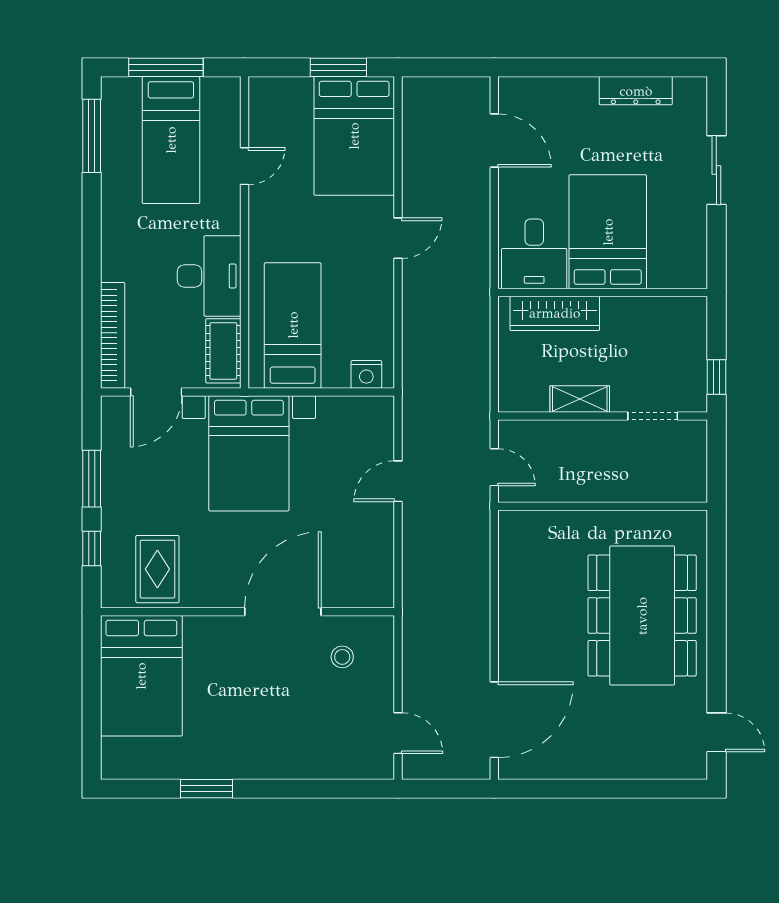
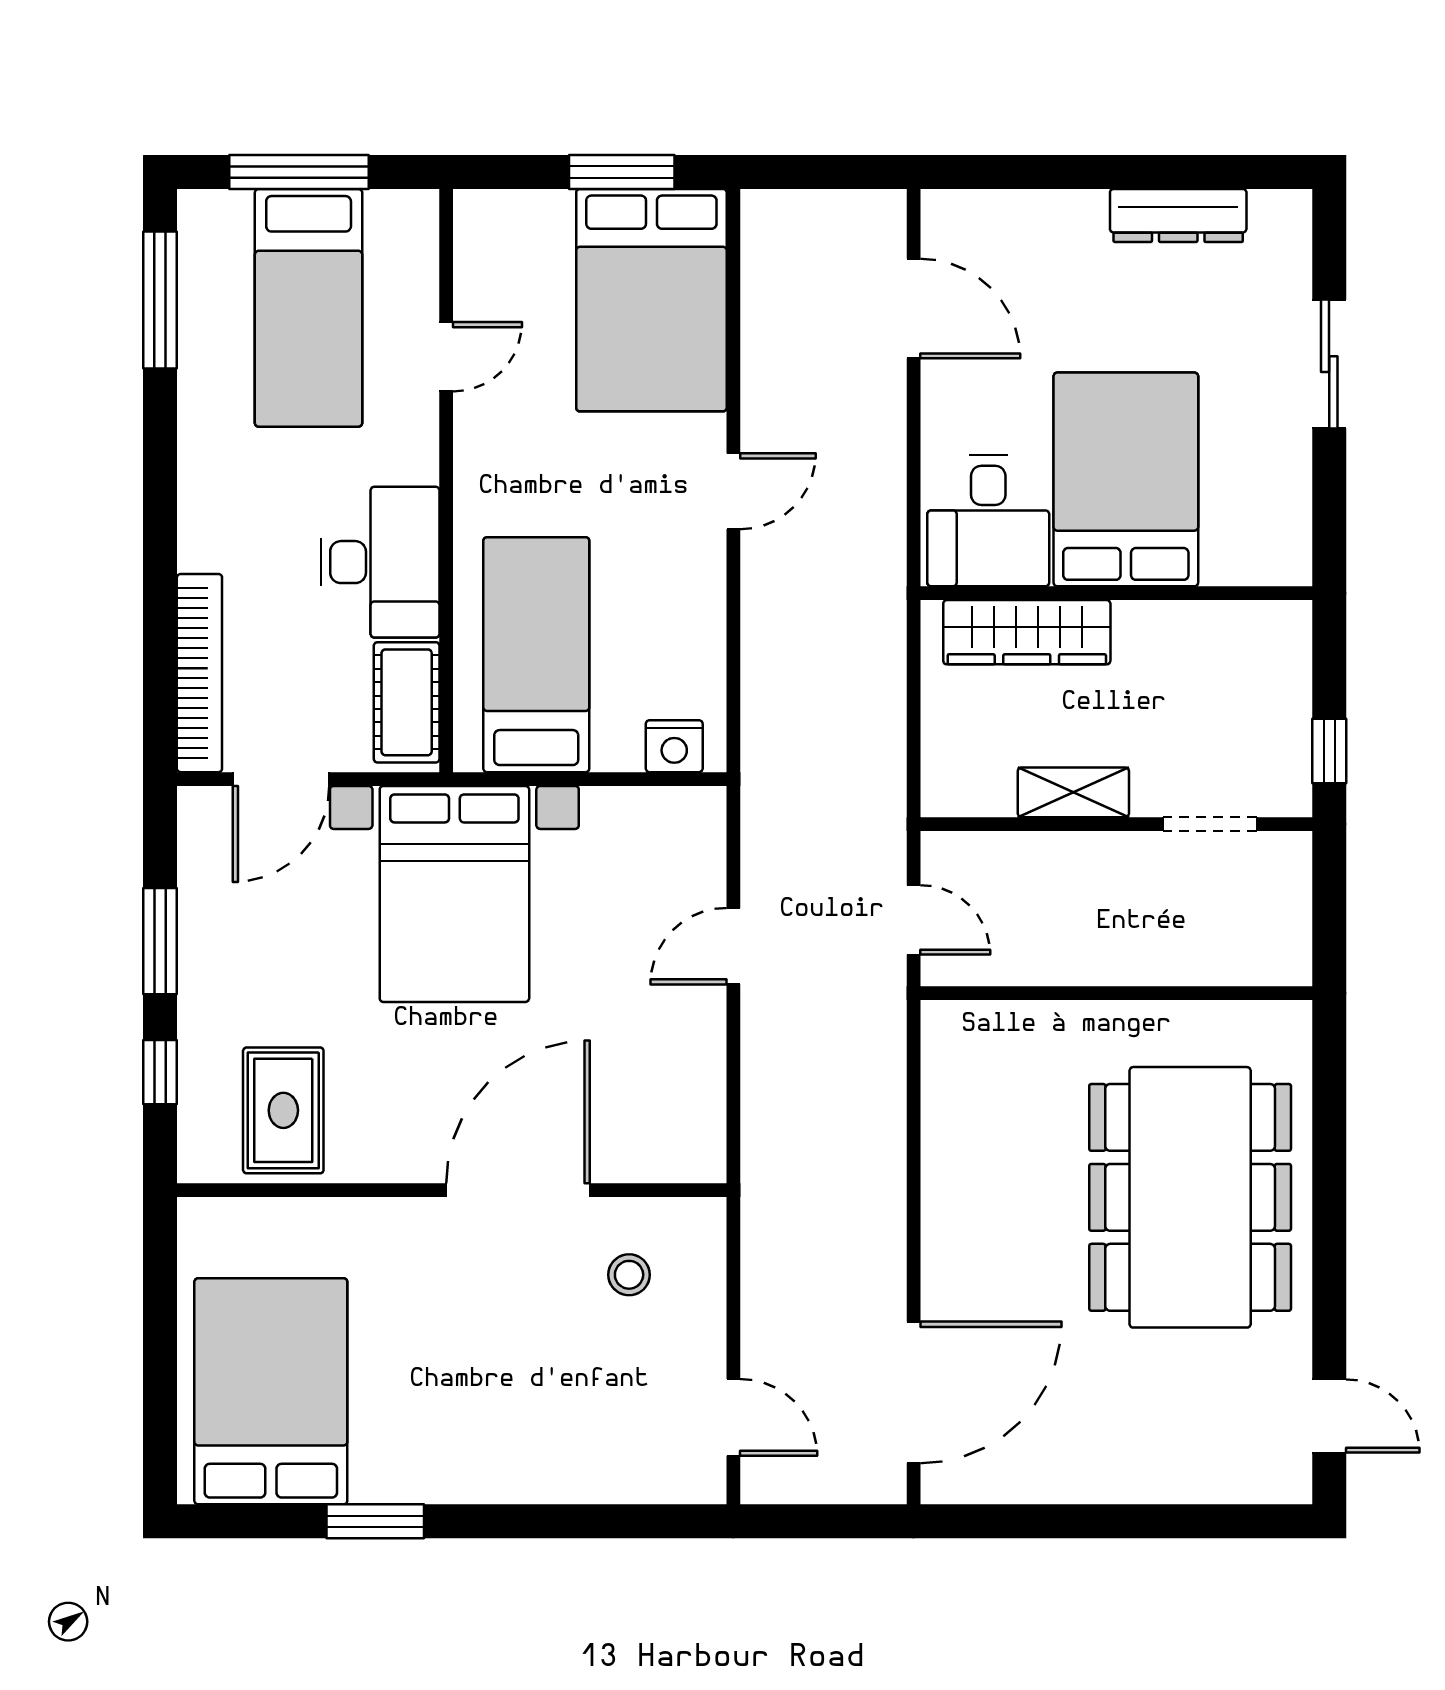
bed: (141, 676) -> (271, 1391), moved, turned 180

